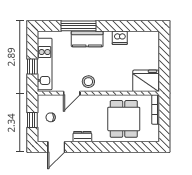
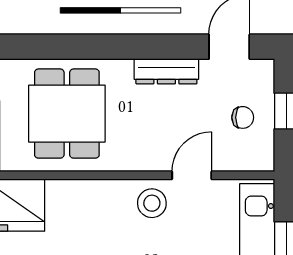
dresser: (82, 137) -> (166, 71), width x1.44

